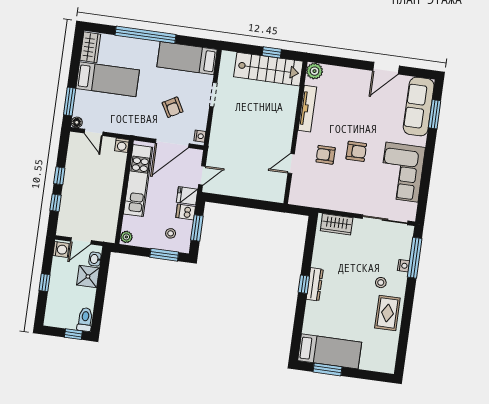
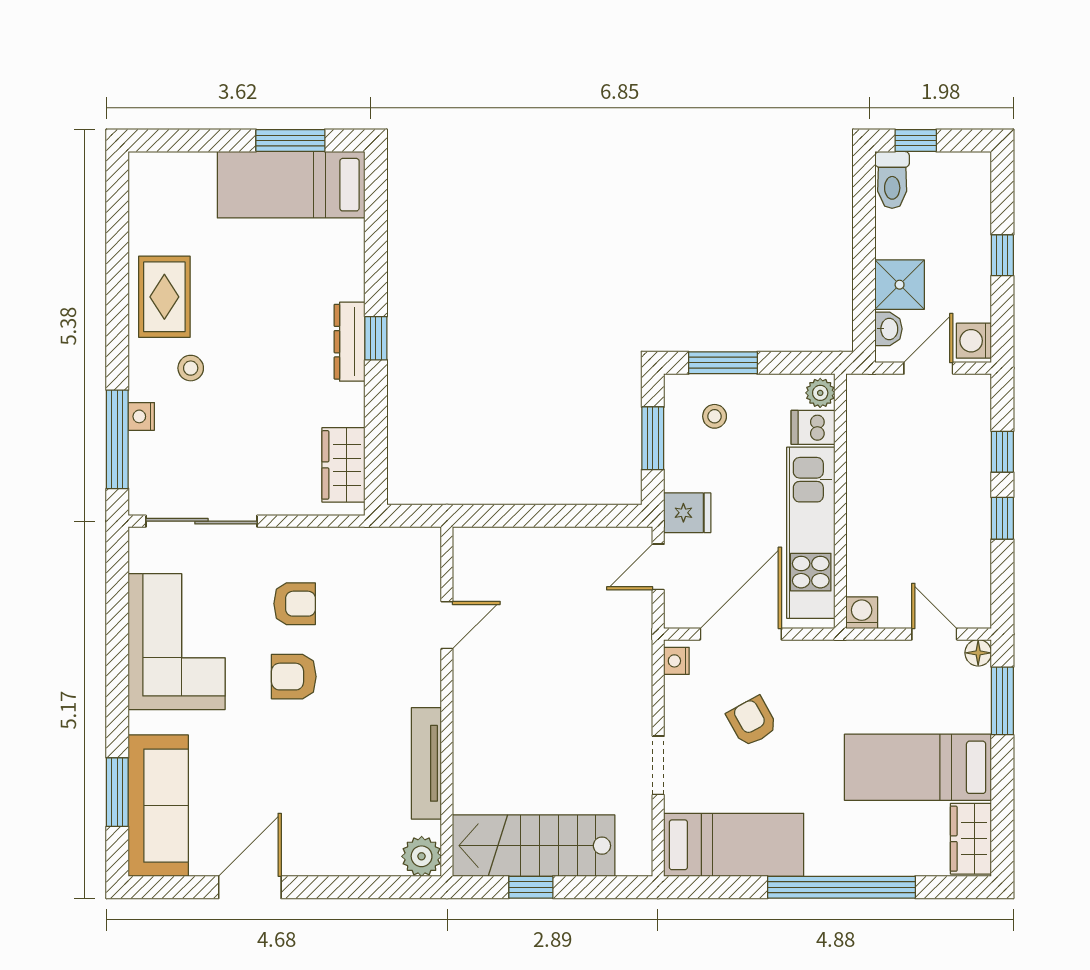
armchair: (326, 155) -> (295, 604), moved
dishwasher: (186, 212) -> (813, 427), moved, turned 180
wardrobe: (337, 224) -> (343, 465), moved, turned -90

